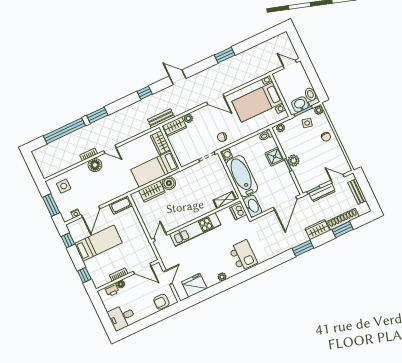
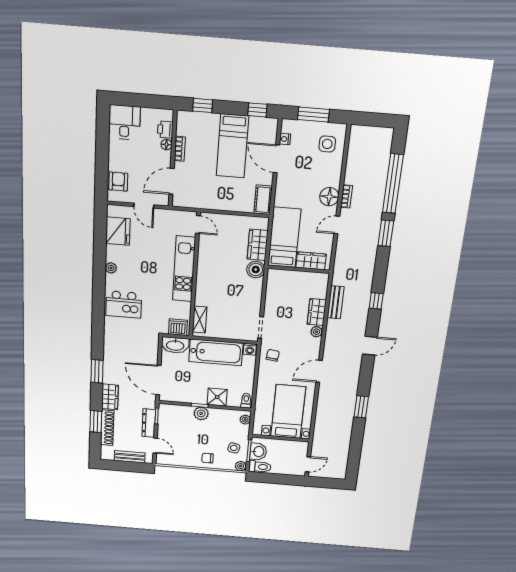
wardrobe: (160, 143) -> (311, 261), moved
wall: (170, 147) -> (299, 269), moved
bed: (155, 169) -> (284, 237), moved
door: (338, 179) -> (155, 446), hinge flipped

